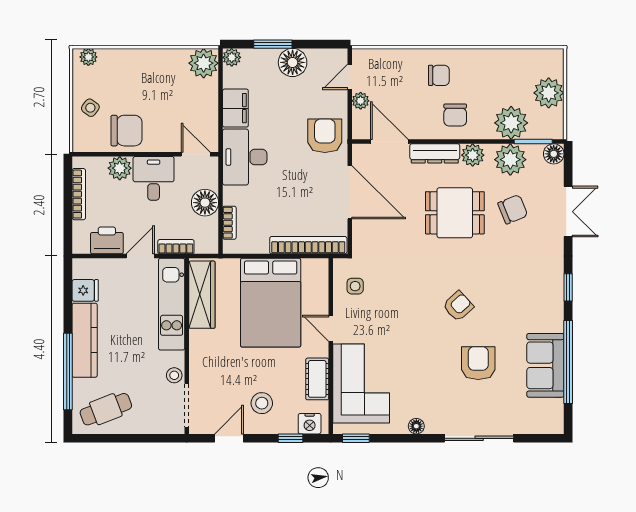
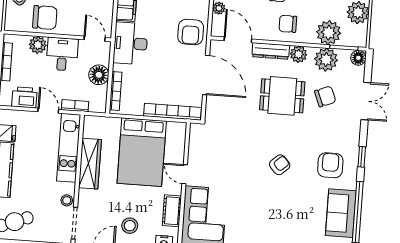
chair: (455, 115) -> (288, 24), turned 90
armchair: (325, 136) -> (191, 32), turned 180
bookcase: (229, 223) -> (116, 91), width x1.56
door: (140, 256) -> (48, 111), hinge flipped
side table: (355, 286) -> (205, 144), removed
wardrobe: (202, 295) -> (90, 164), moved
armchair: (478, 363) -> (330, 165), moved

